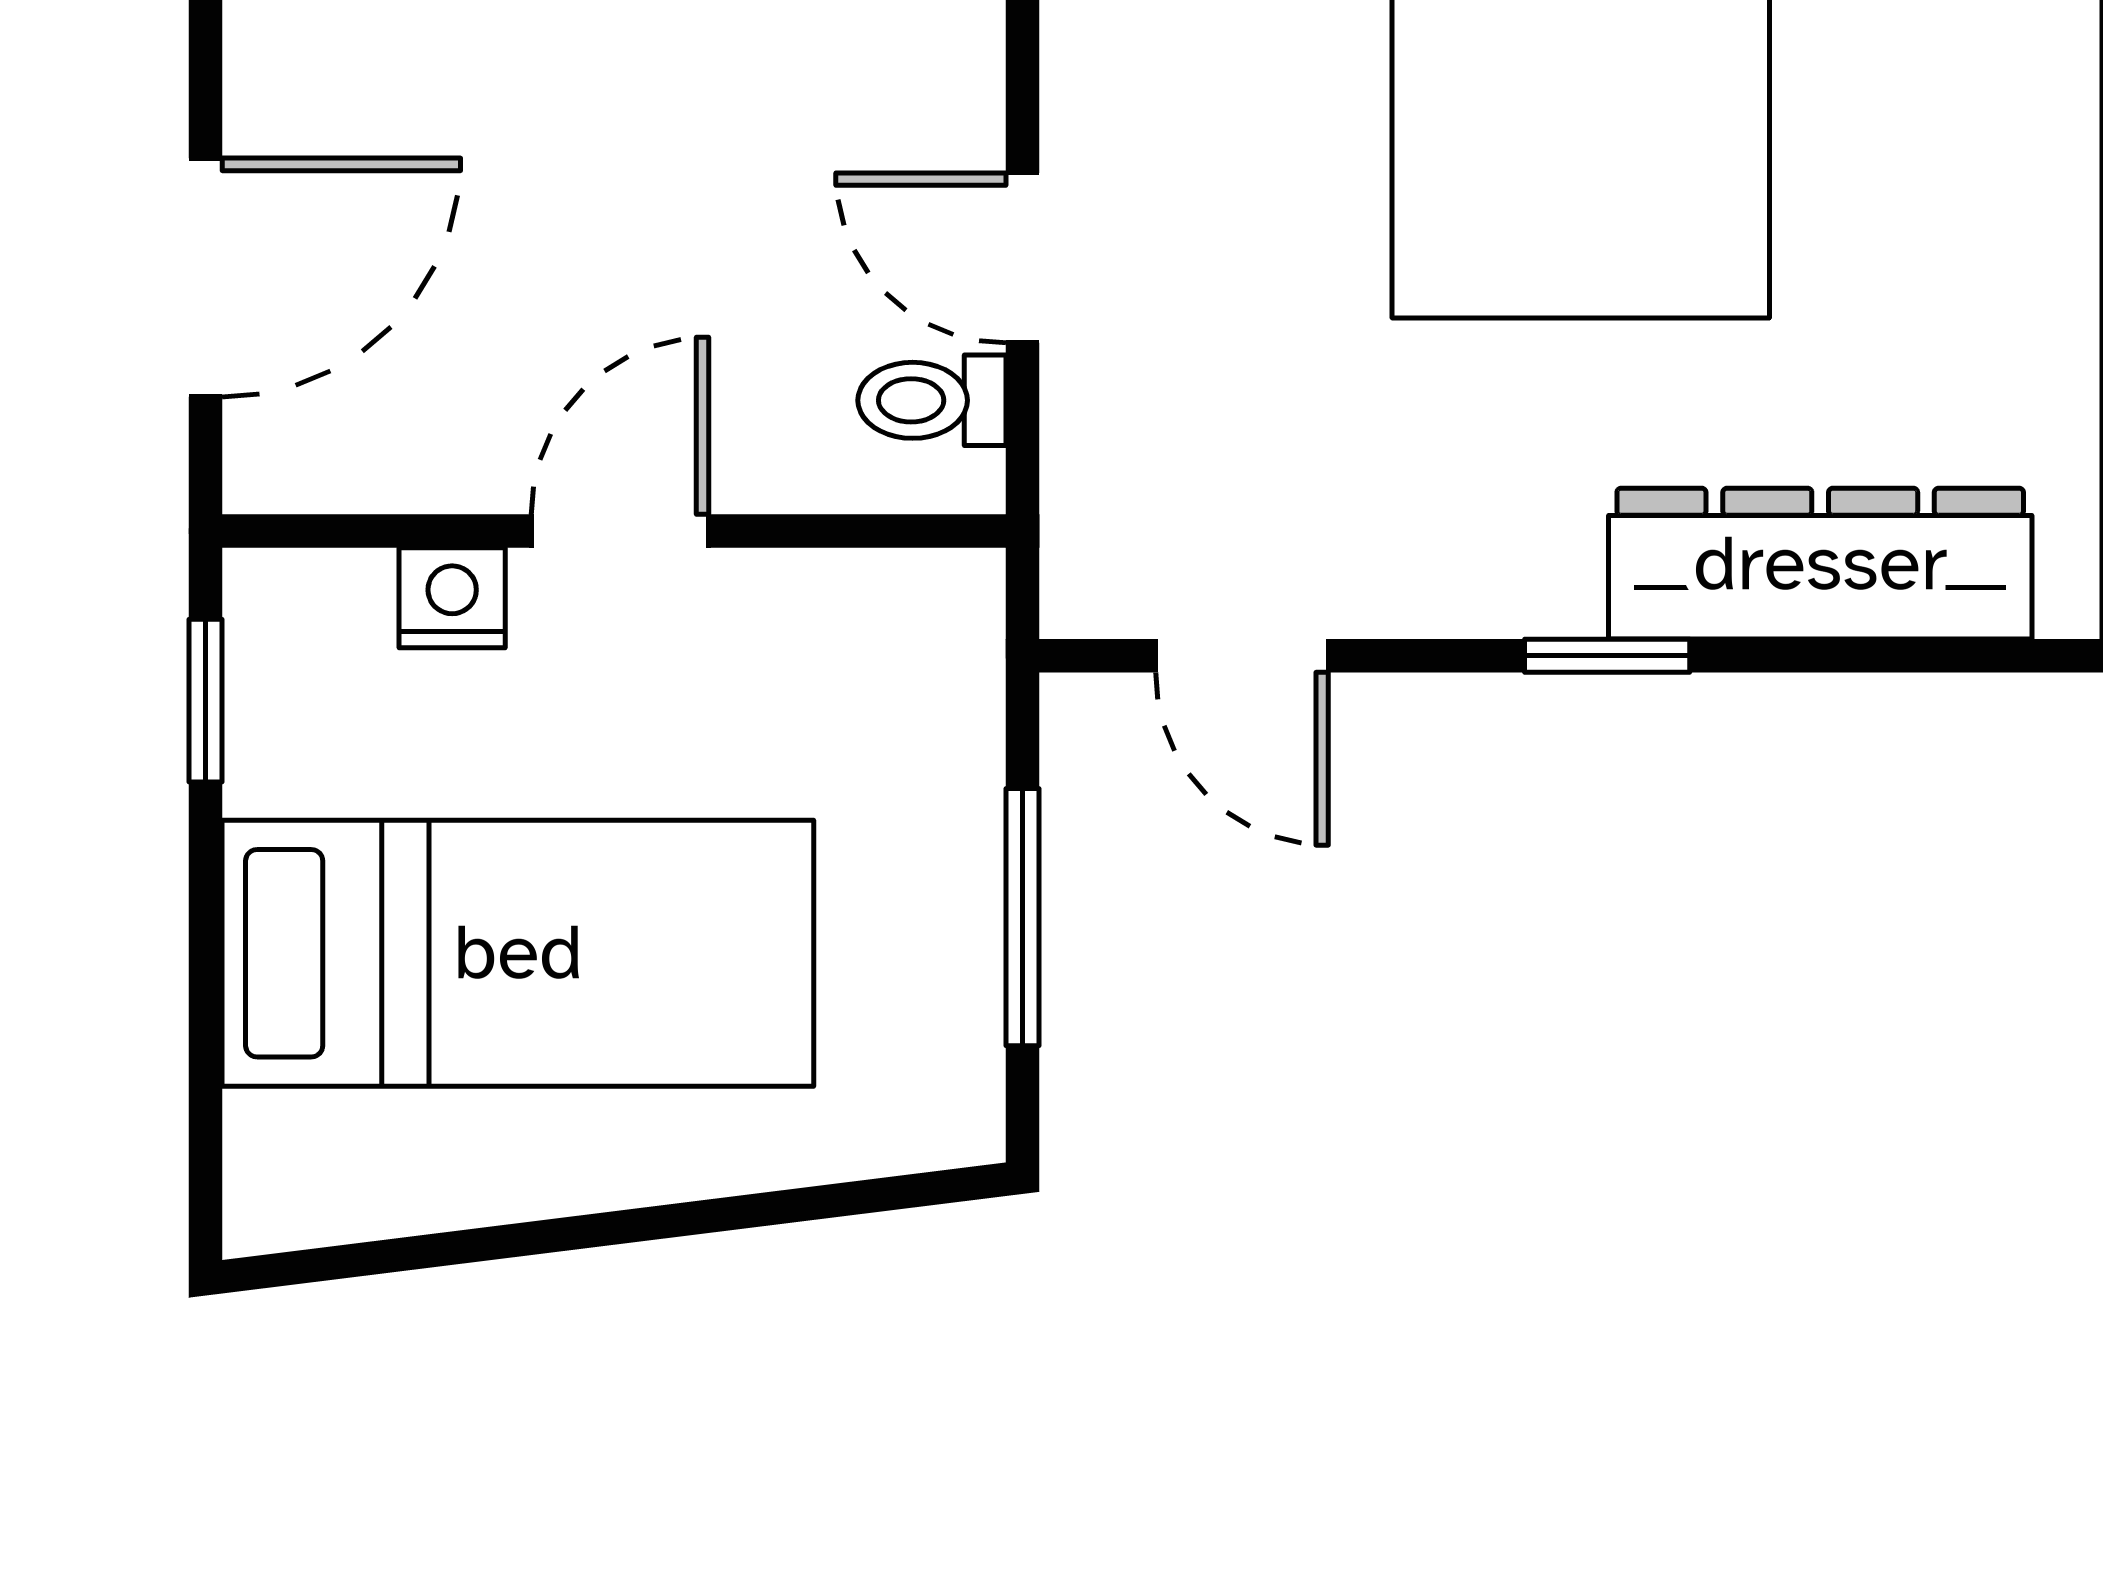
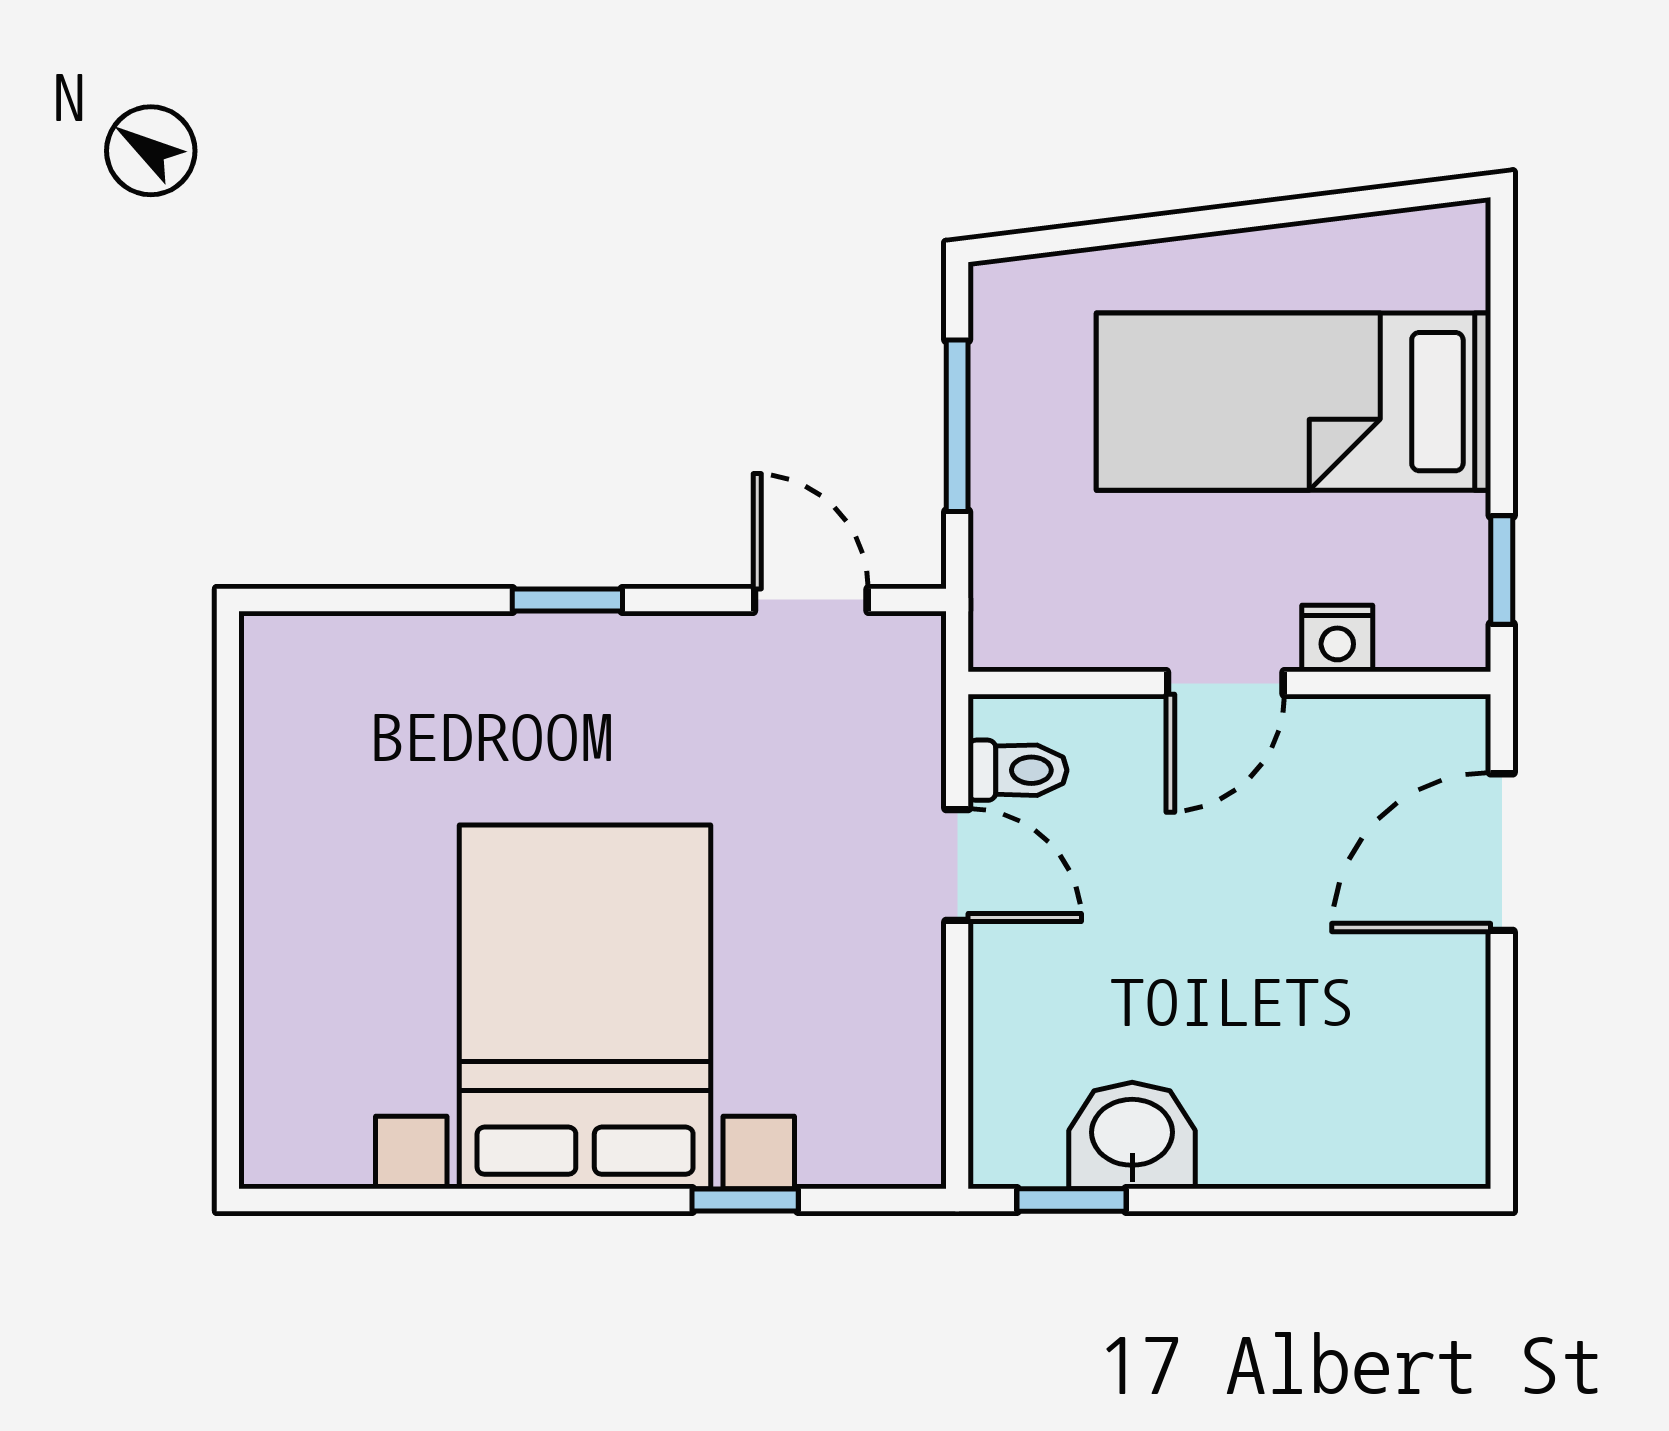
dresser: (1820, 564) -> (425, 661), removed

